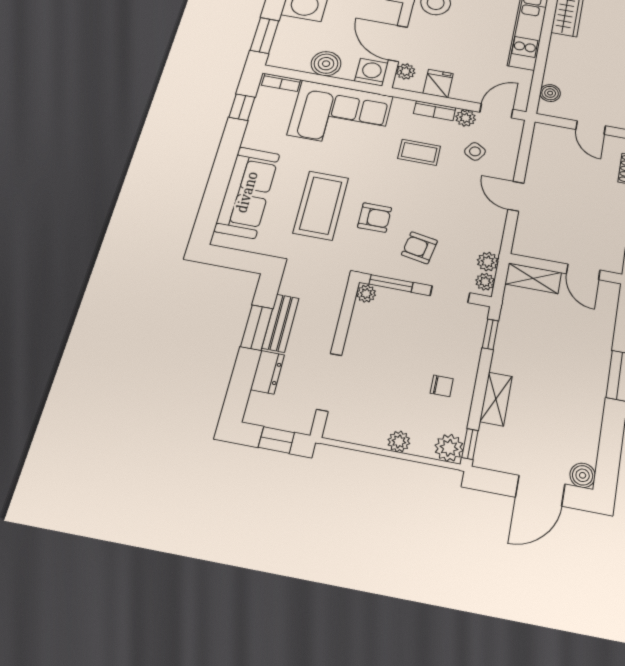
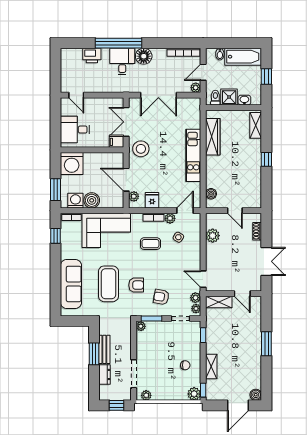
washing machine: (371, 72) -> (75, 201), moved
plant: (541, 161) -> (213, 236), added
door: (516, 196) -> (203, 279), moved
plant: (399, 442) -> (146, 395), moved

